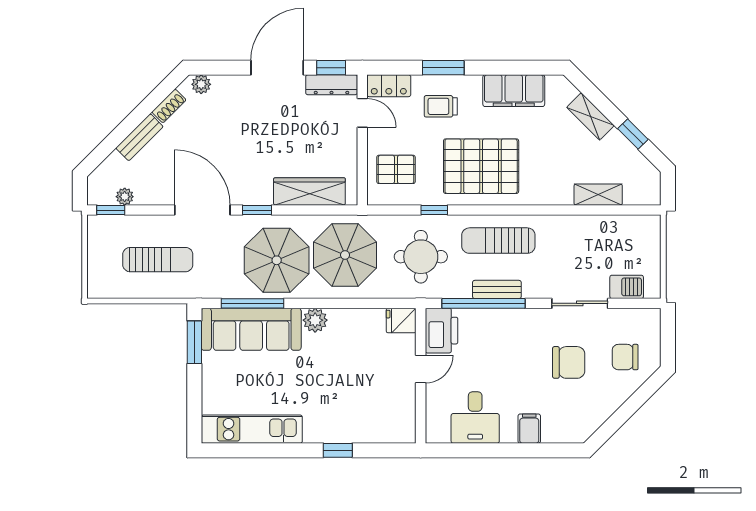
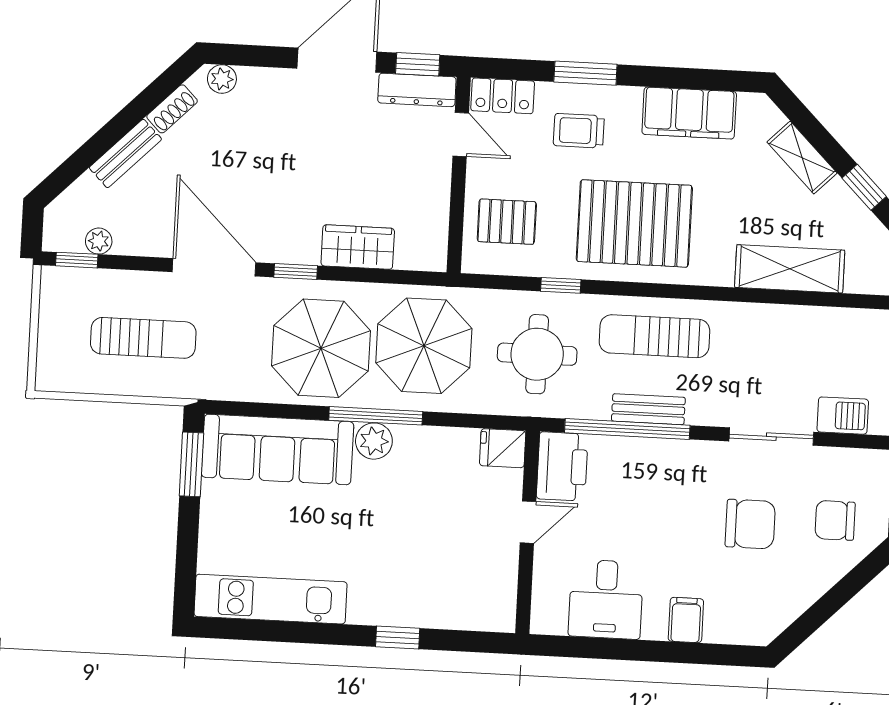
wardrobe: (309, 192) -> (358, 247), width x0.67
shelving: (598, 195) -> (790, 269), width x1.50, depth x1.33
window: (252, 303) -> (376, 416), moved

